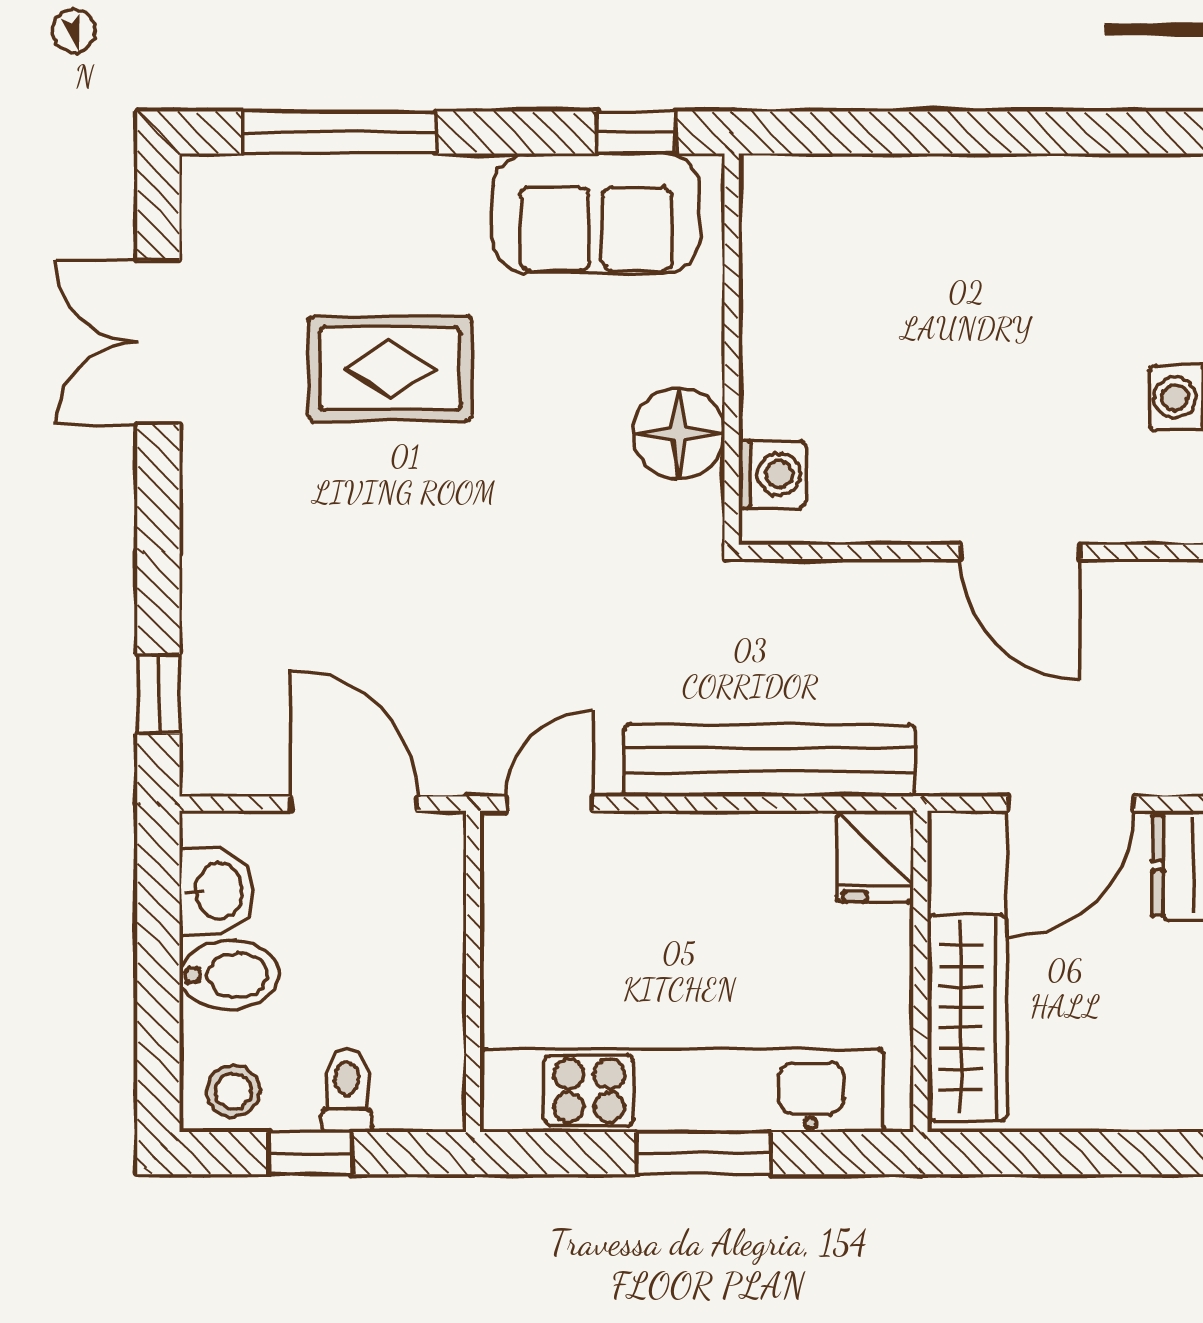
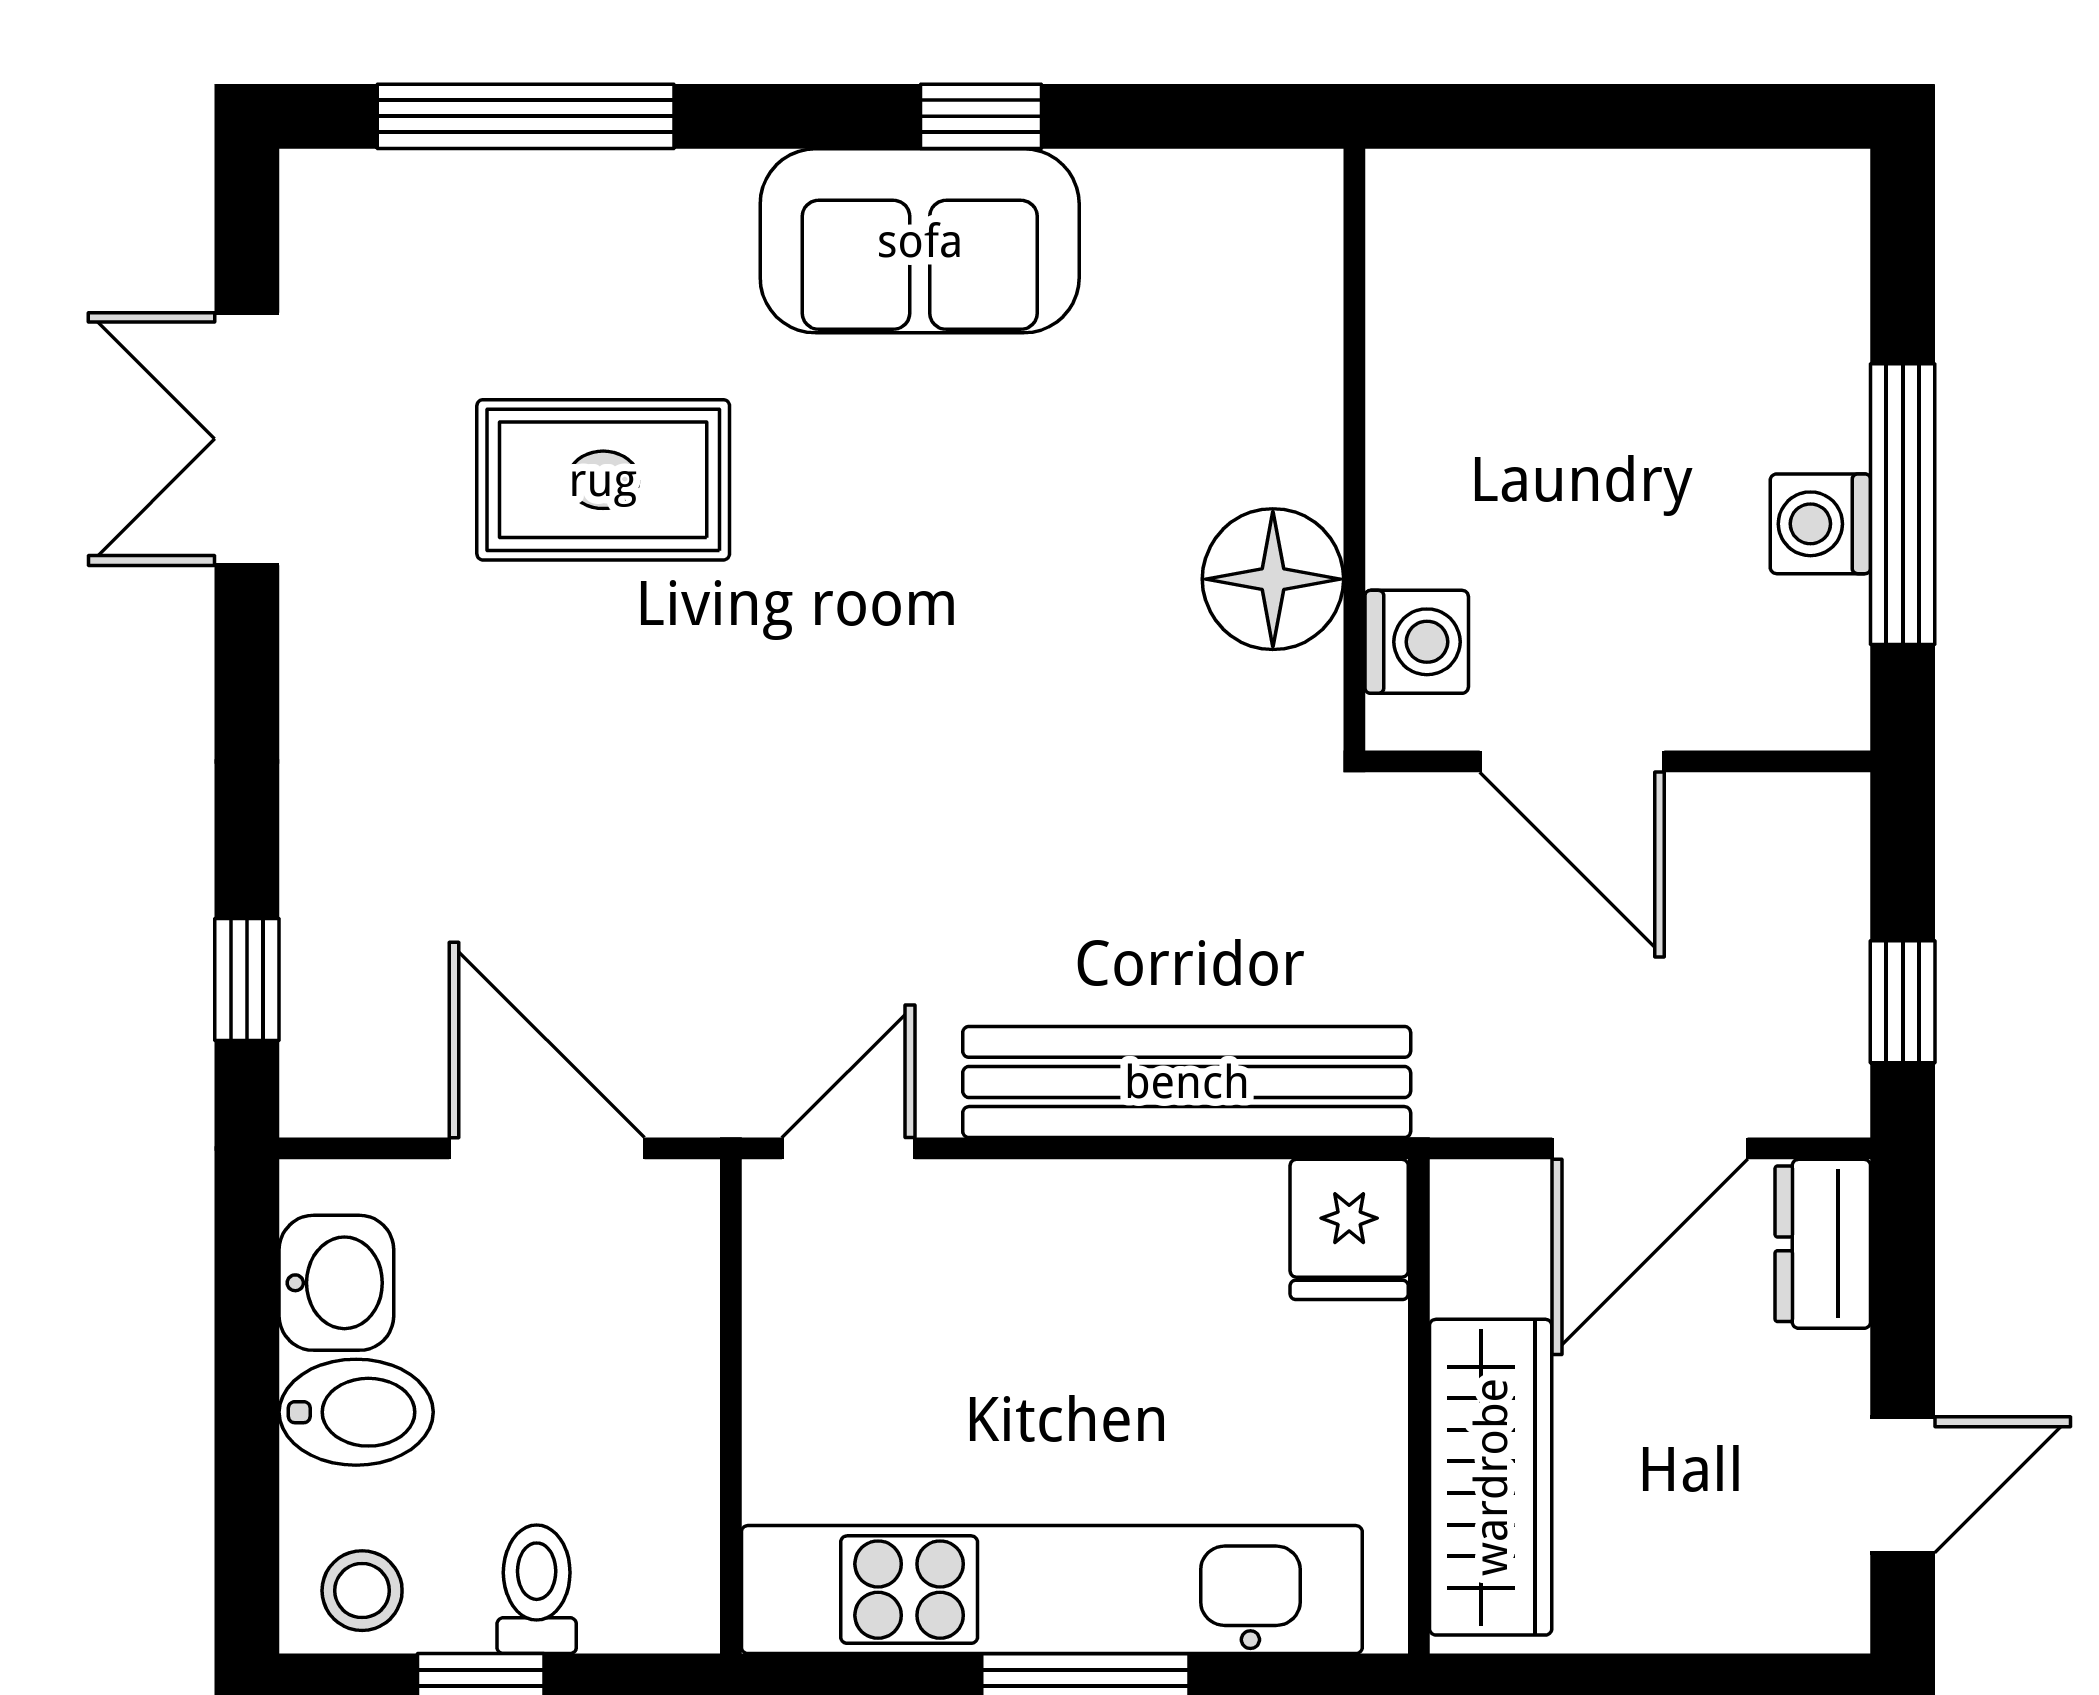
wall: (732, 349) -> (1354, 450), moved
floor lamp: (679, 433) -> (1273, 579), moved
washing machine: (772, 474) -> (1417, 642), moved

